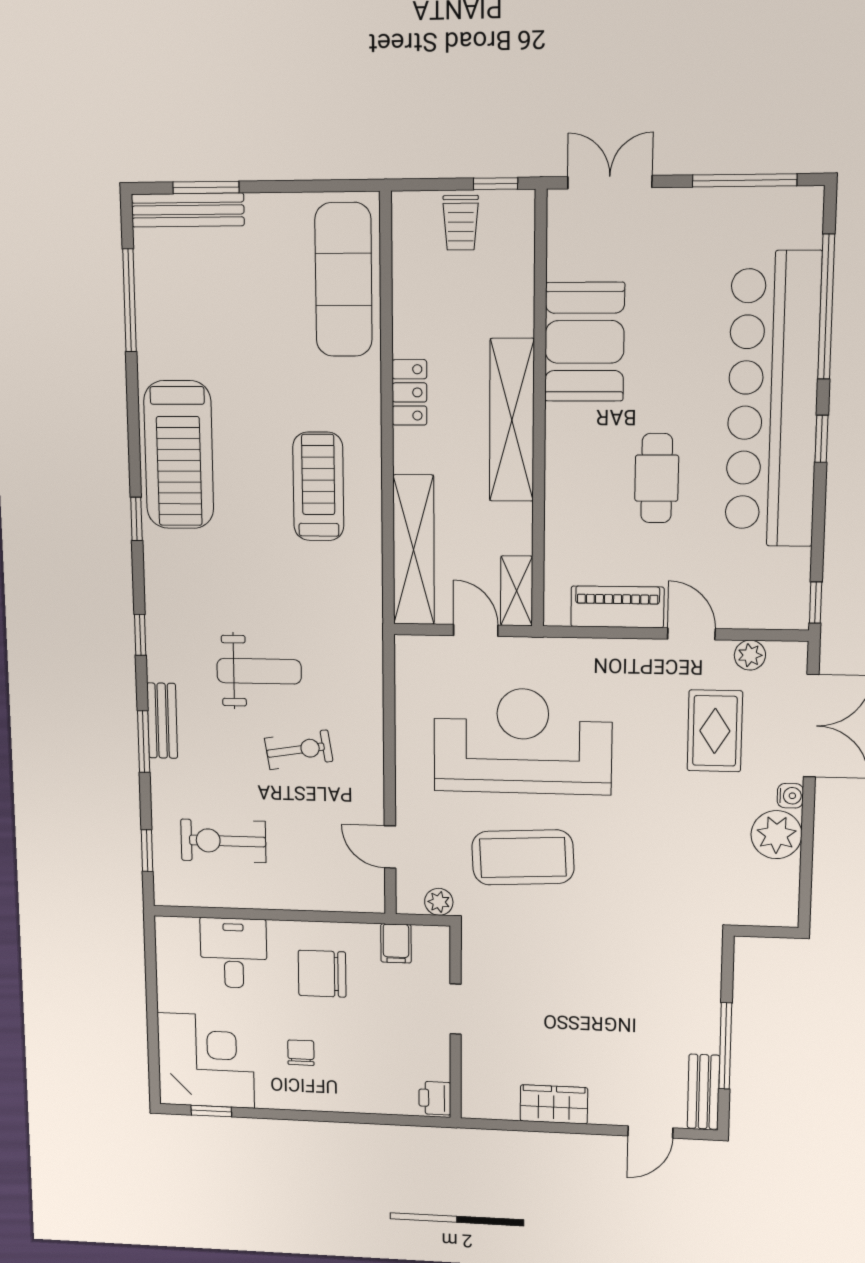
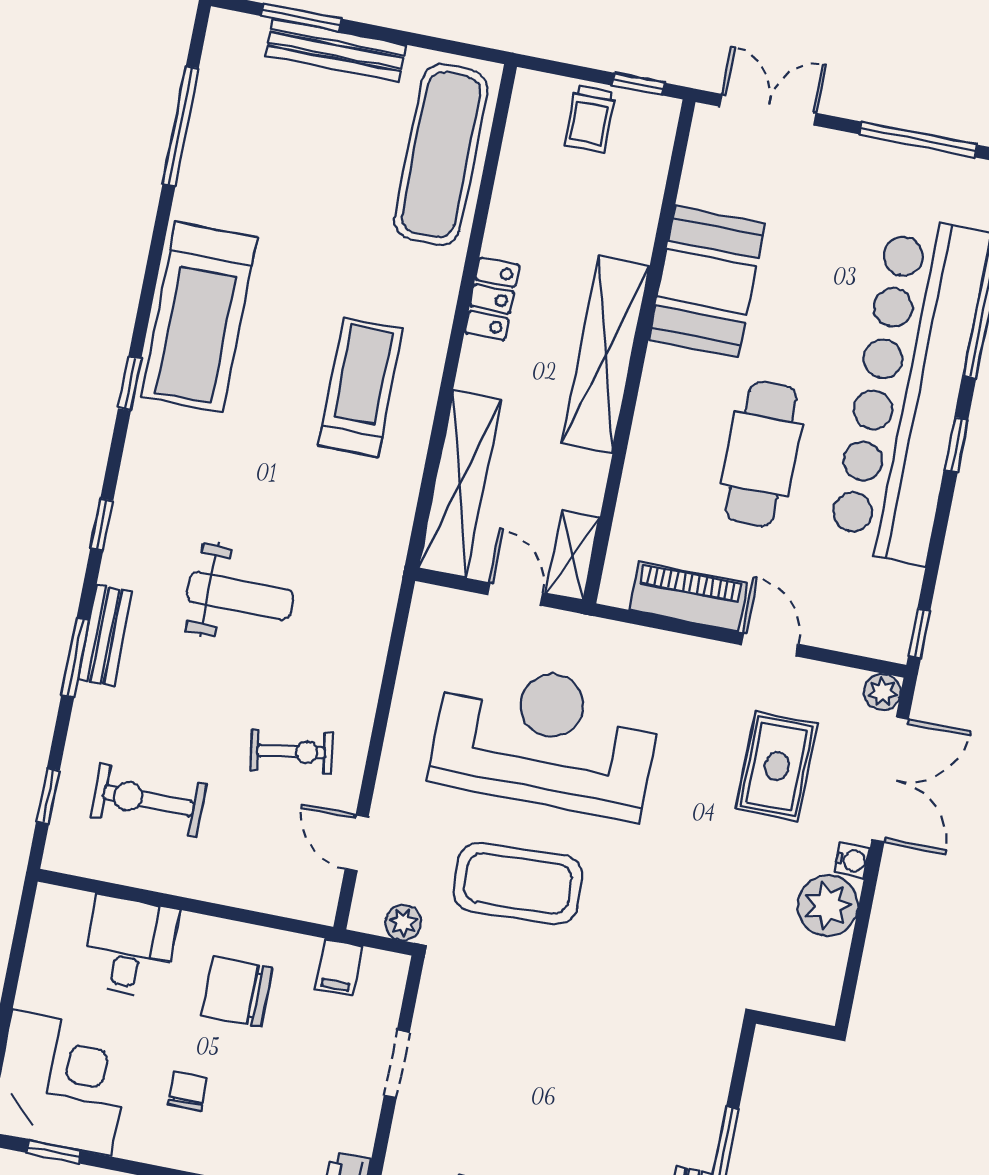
bench: (188, 210) -> (336, 50), moved
cafe table: (657, 478) -> (761, 454), width x1.37, depth x1.35
plant: (750, 655) -> (882, 692), moved
exercise bike: (299, 750) -> (291, 752), moved

